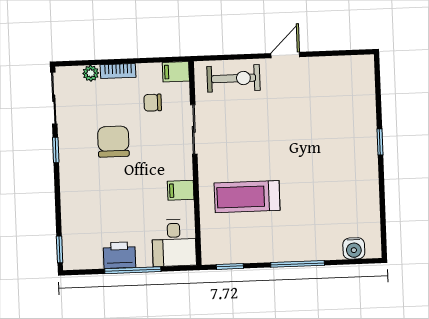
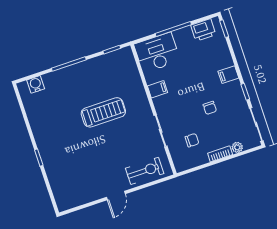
filing cabinet: (176, 72) -> (228, 75), moved, turned 180
exercise bike: (234, 78) -> (145, 171), turned 180
chair: (113, 142) -> (210, 108), width x0.54, depth x0.54
treadmill: (247, 197) -> (103, 112), moved
desk: (174, 243) -> (157, 53), width x1.37
printer: (119, 255) -> (203, 30), moved

